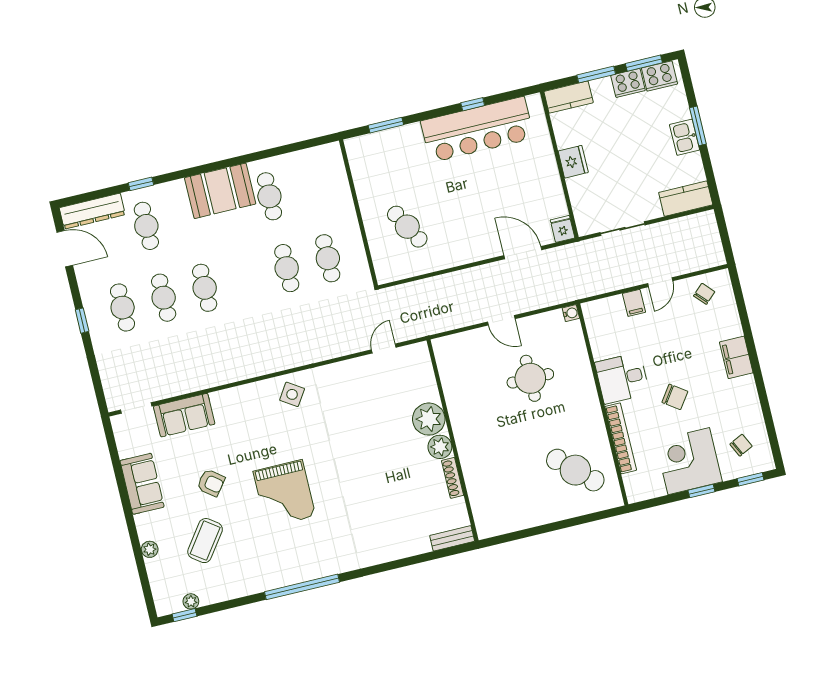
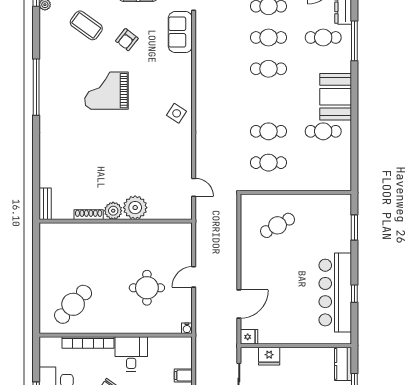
fridge: (573, 162) -> (269, 356), moved
window: (141, 184) -> (354, 41), width x2.17

